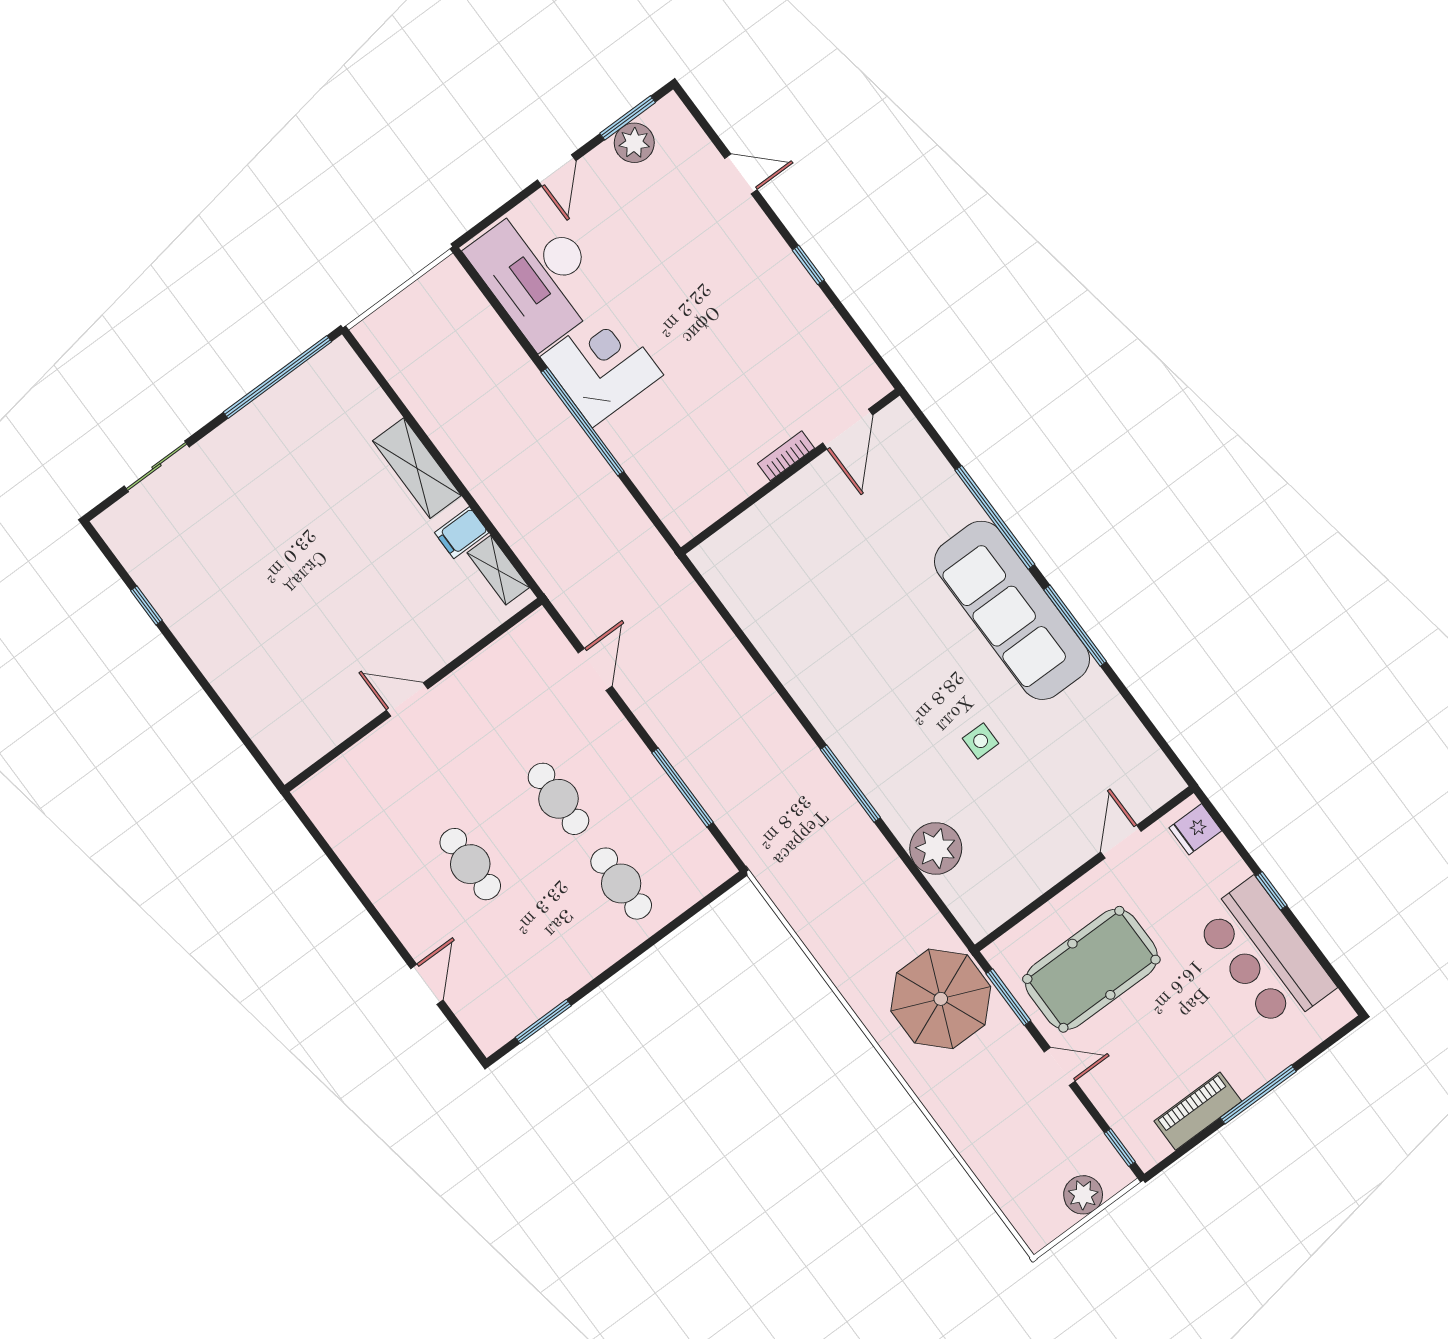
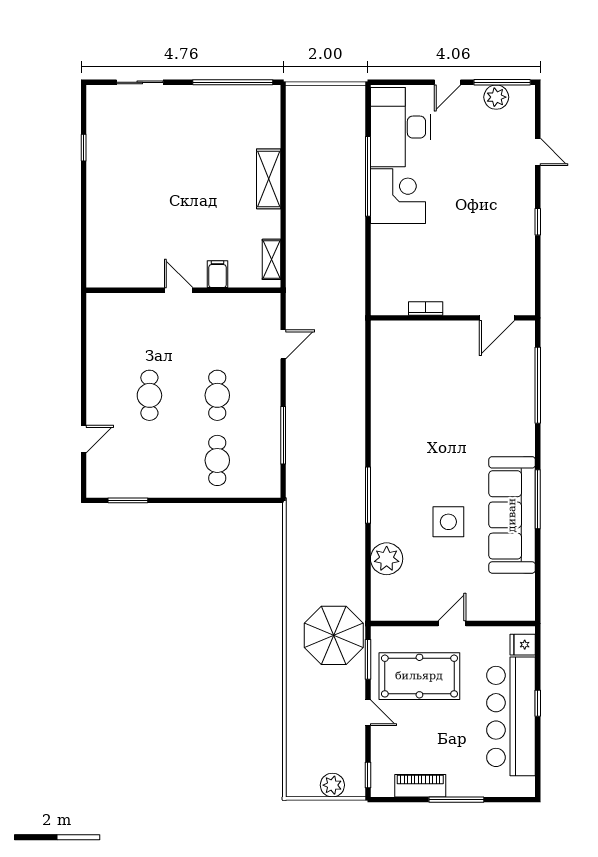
window: (628, 118) -> (502, 82), width x1.44
window: (583, 422) -> (368, 176), moved
bookcase: (786, 456) -> (426, 309), moved
window: (995, 517) -> (538, 385), moved
filing cabinet: (462, 533) -> (217, 274), moved, turned 90
sofa: (1012, 610) -> (512, 515), moved
side table: (981, 741) -> (448, 522), width x1.87, depth x1.87
door: (1121, 842) -> (452, 623), moved
bar counter: (1264, 954) -> (511, 716), width x1.36

